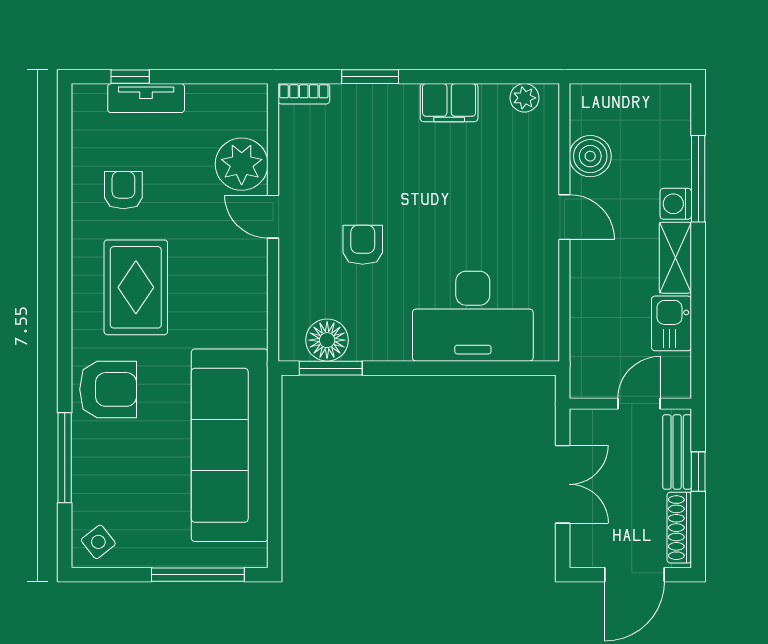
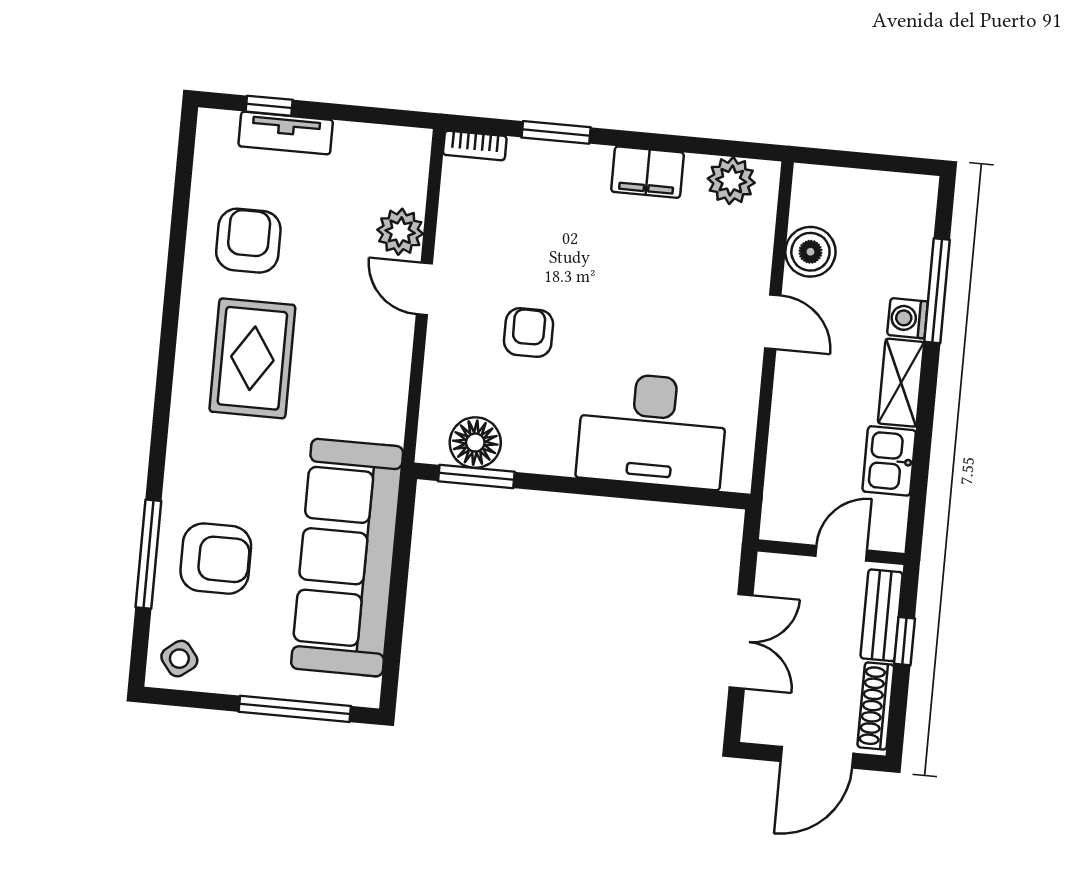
plant: (525, 98) -> (731, 181), width x1.38, depth x1.38
plant: (242, 164) -> (400, 232), width x0.73, depth x0.73
armchair: (123, 190) -> (248, 241), width x1.38, depth x1.38
armchair: (108, 389) -> (216, 559), moved

